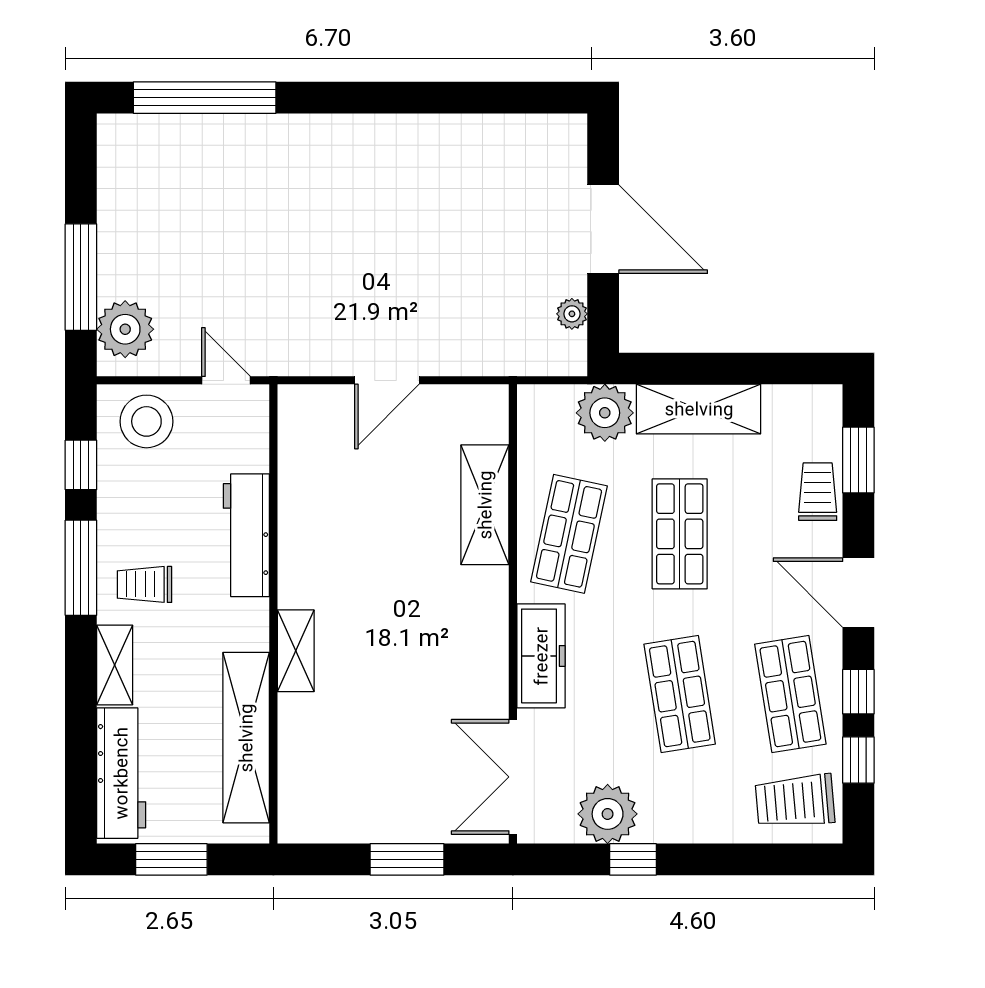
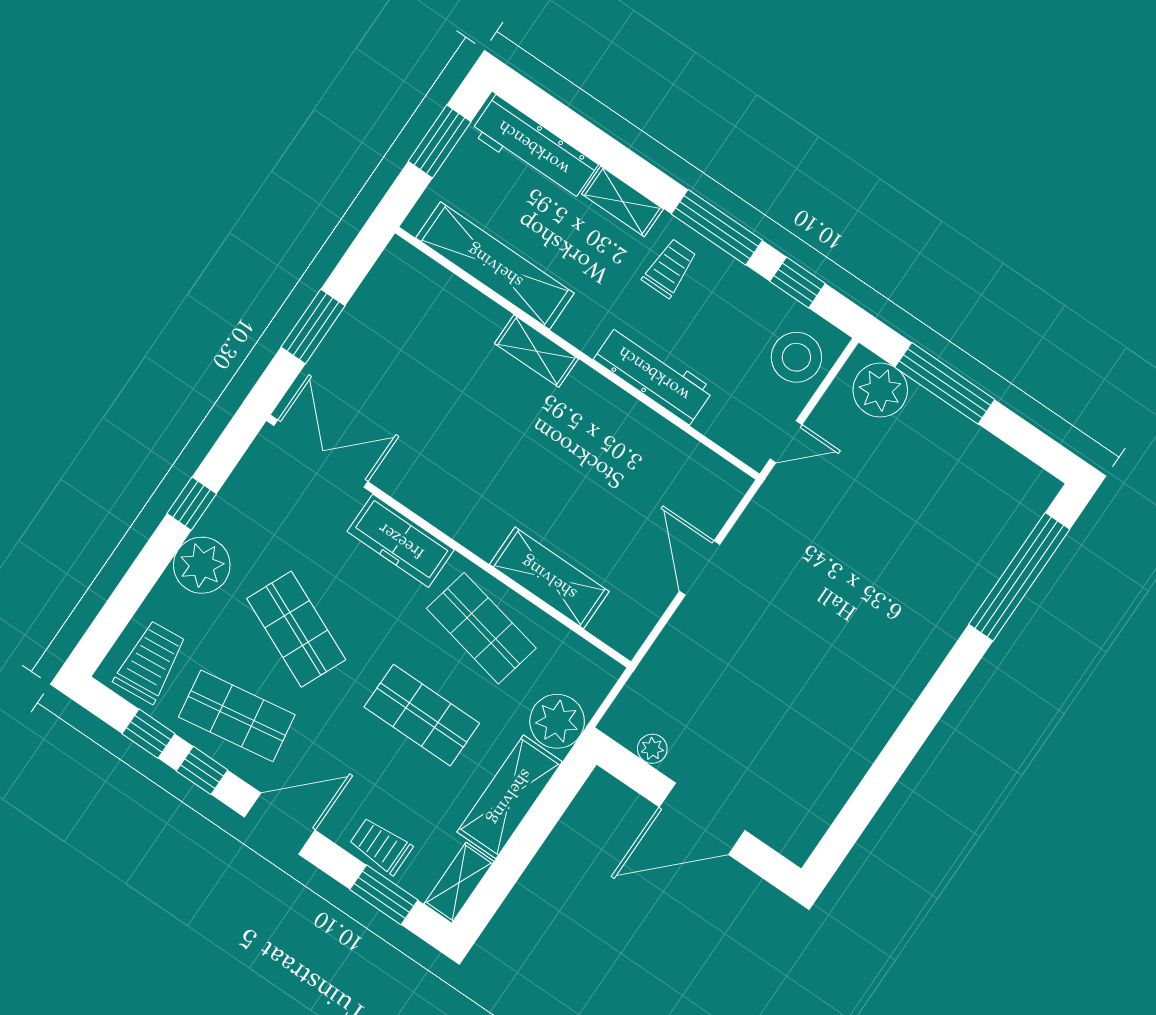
shelving: (803, 402) -> (459, 883), added
trolley: (818, 492) -> (381, 846), turned 180
shop shelf: (680, 694) -> (296, 629), turned 33
plant: (608, 814) -> (202, 565), moved

